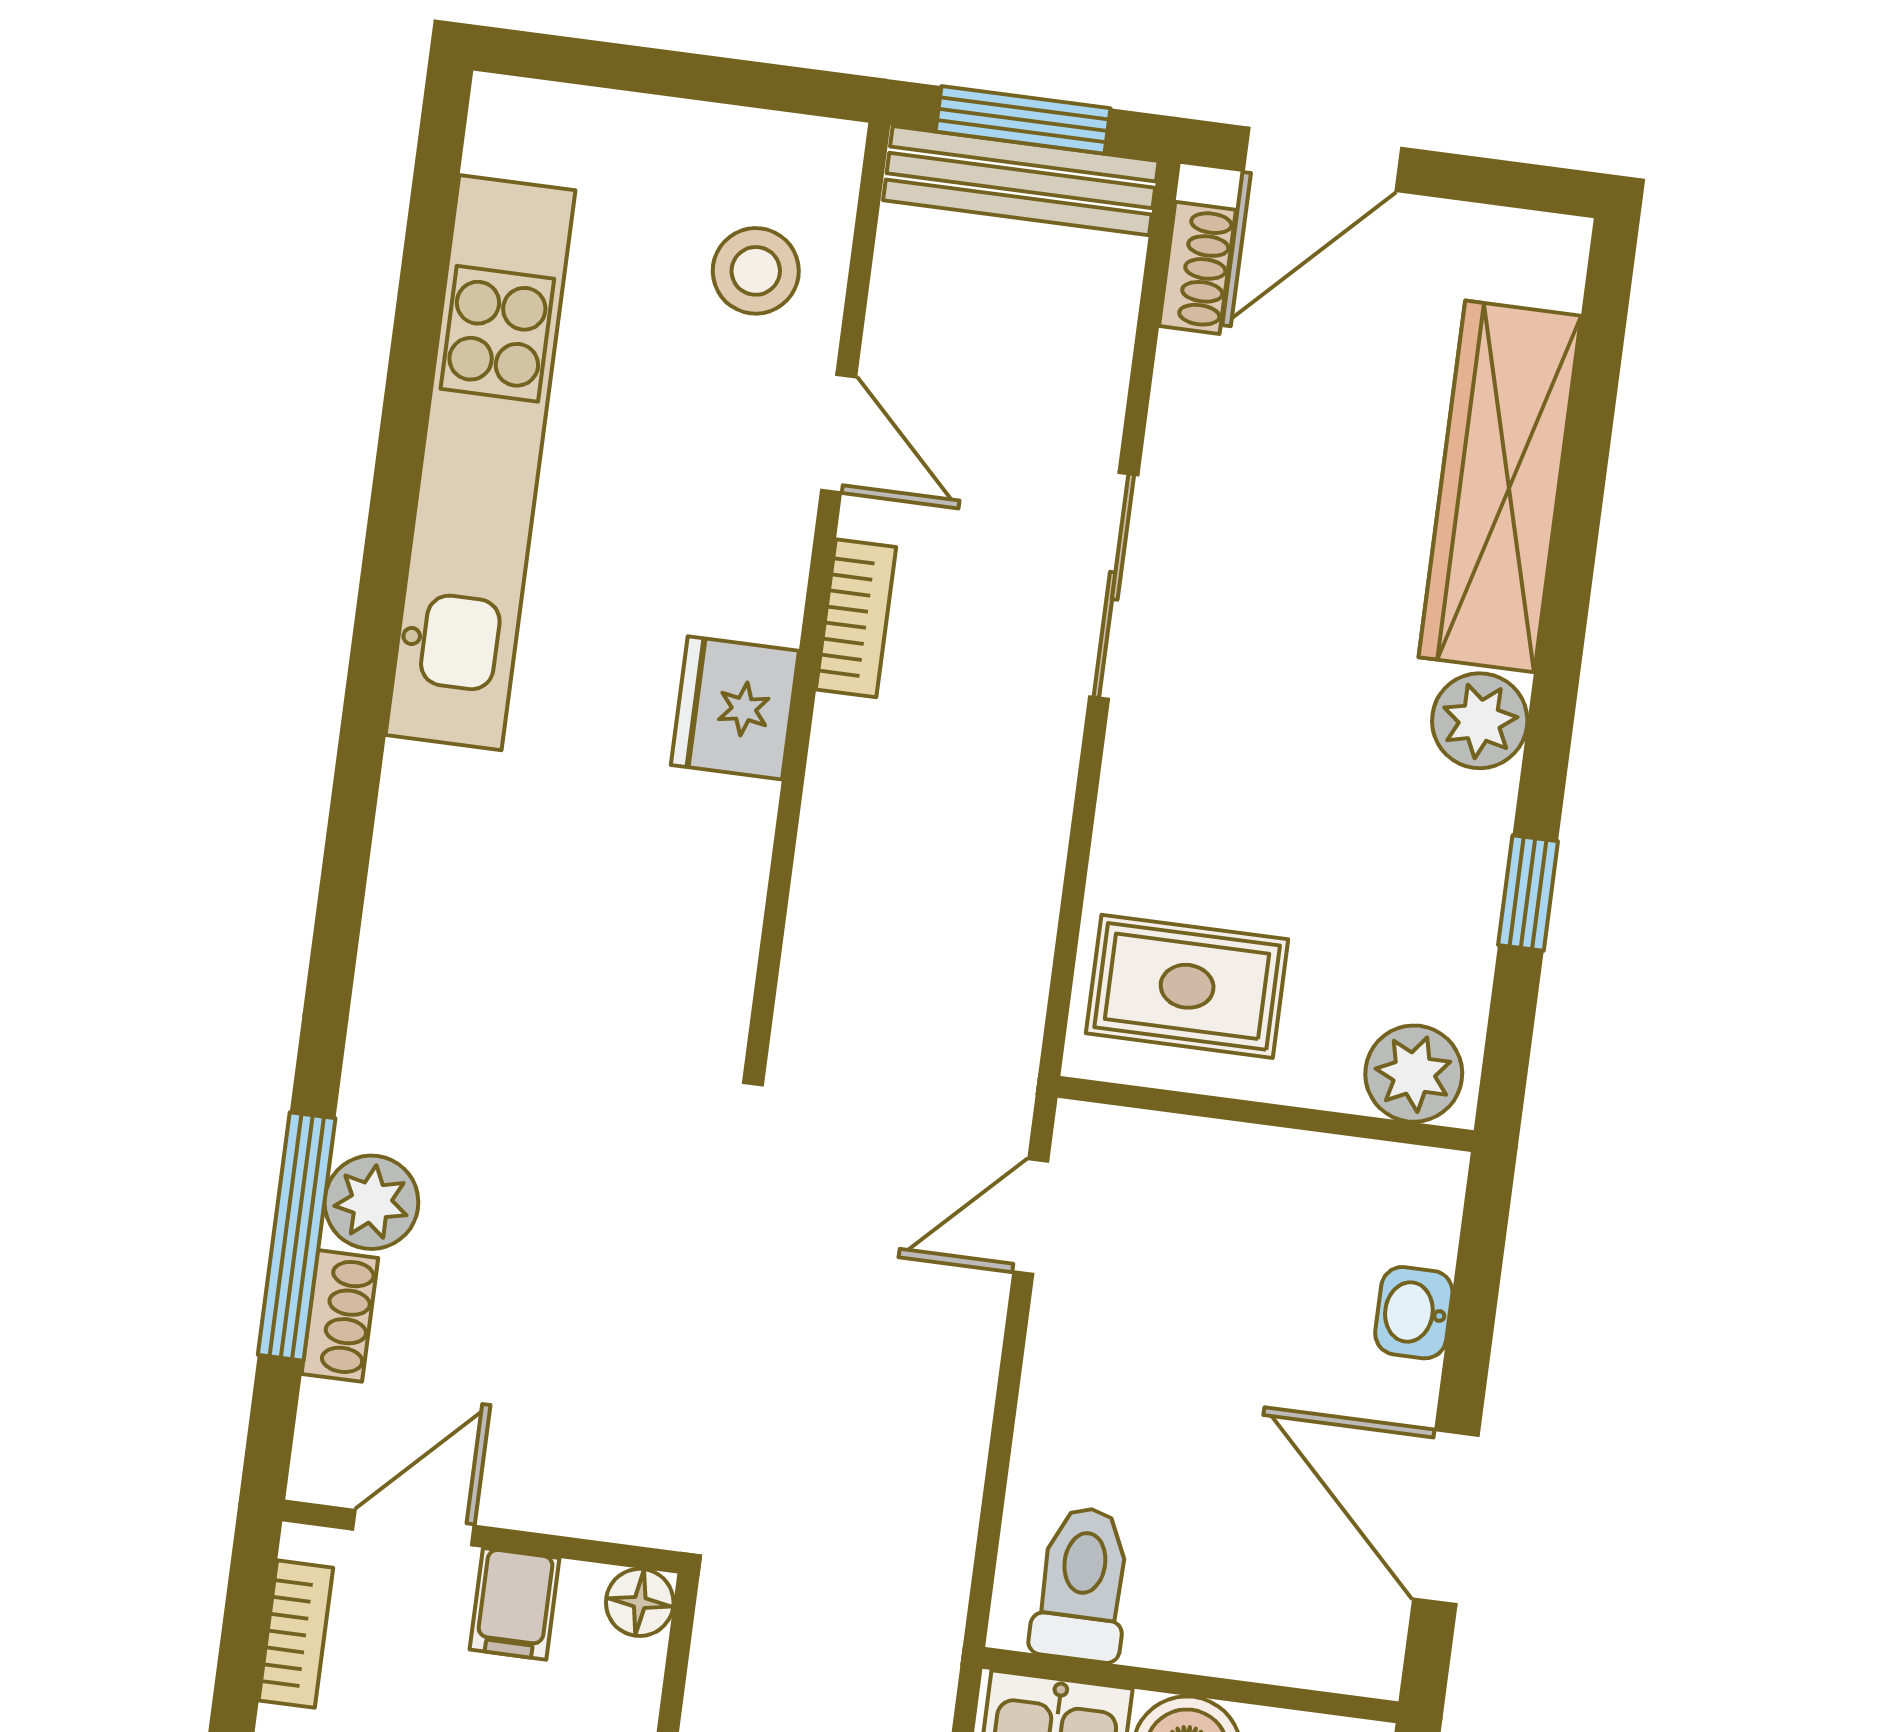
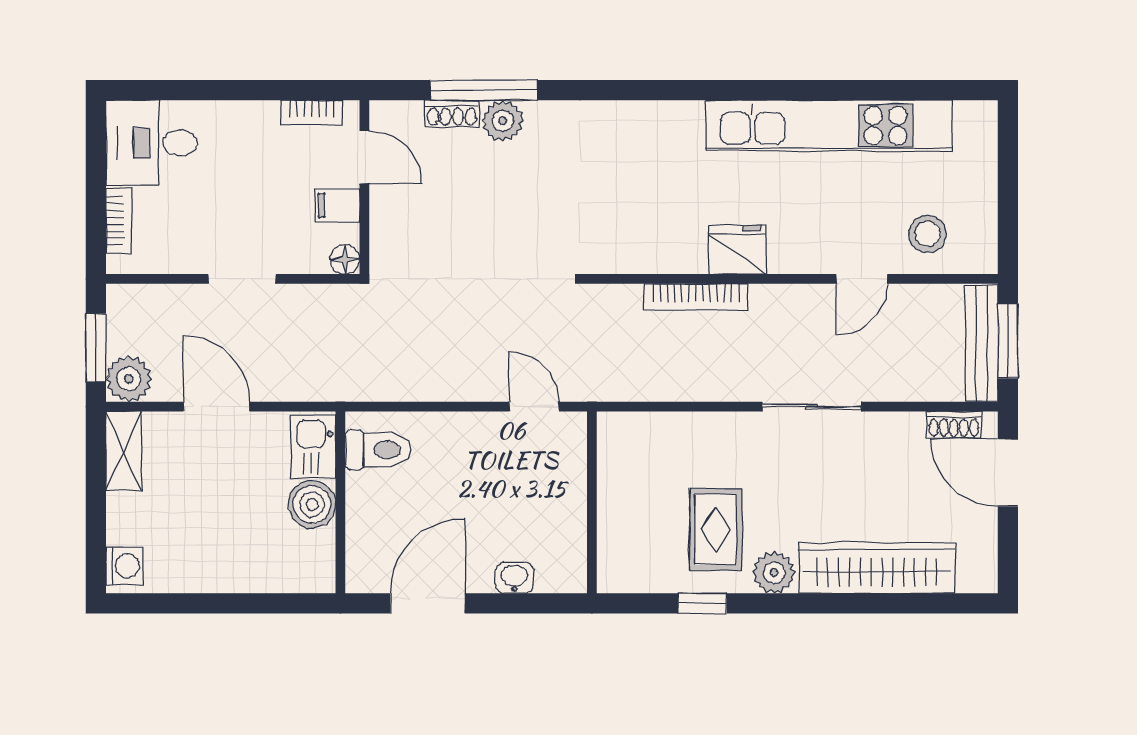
bookcase: (856, 618) -> (696, 297), moved, width x1.56
rug: (1187, 986) -> (716, 529), moved
plant: (1414, 1074) -> (618, 564), removed

